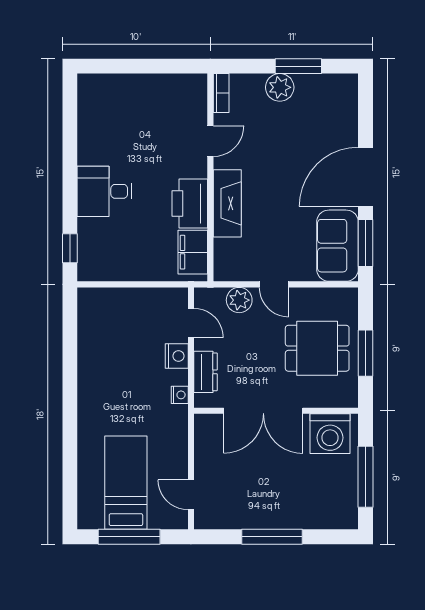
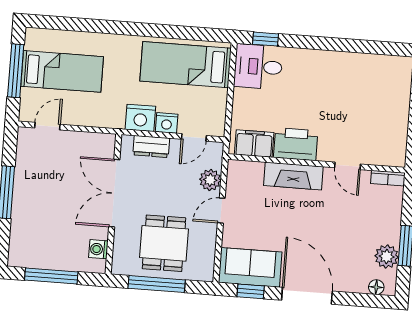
plant: (280, 87) -> (387, 257), moved
floor lamp: (349, 97) -> (376, 287), added
desk: (104, 191) -> (258, 67), moved, turned -90
window: (365, 243) -> (251, 291), width x0.67
bed: (107, 339) -> (186, 65), added
window: (365, 353) -> (157, 284), width x1.44
nightstand: (180, 395) -> (140, 118), width x1.89, depth x1.79
washing machine: (330, 434) -> (98, 249), width x0.53, depth x0.53

